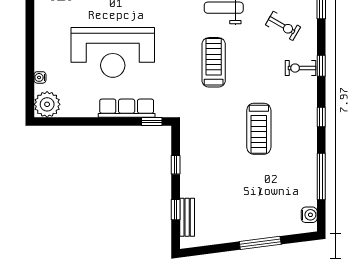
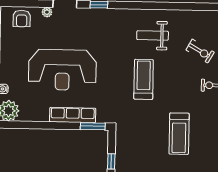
window: (152, 122) -> (93, 126), width x1.50

